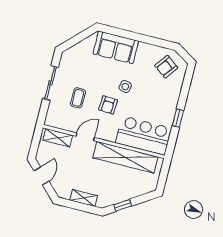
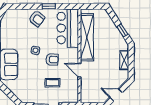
armchair: (166, 67) -> (37, 19), moved
shelving: (58, 138) -> (85, 90), removed

